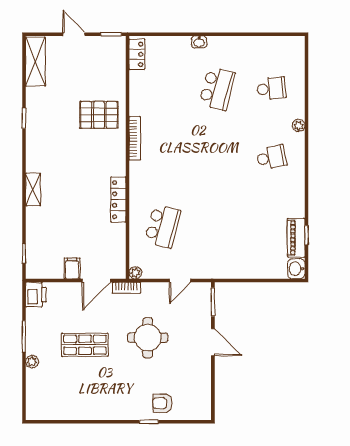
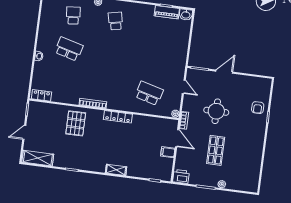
locker: (118, 200) -> (118, 117), moved

